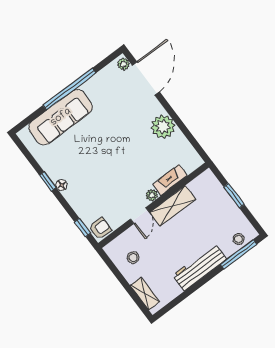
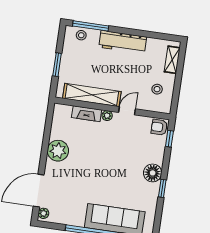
floor lamp: (61, 185) -> (153, 173), width x1.89, depth x1.89
shelving: (173, 206) -> (92, 95), width x1.47

